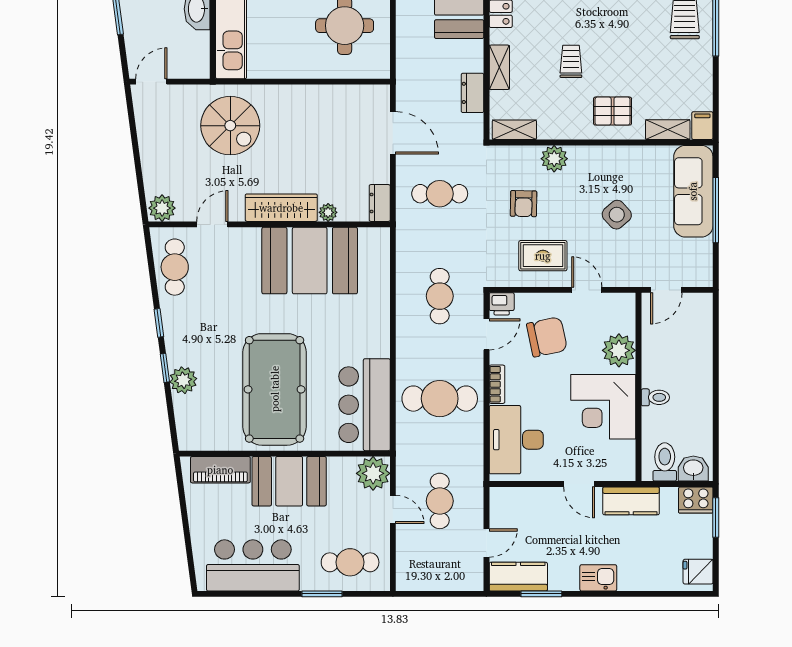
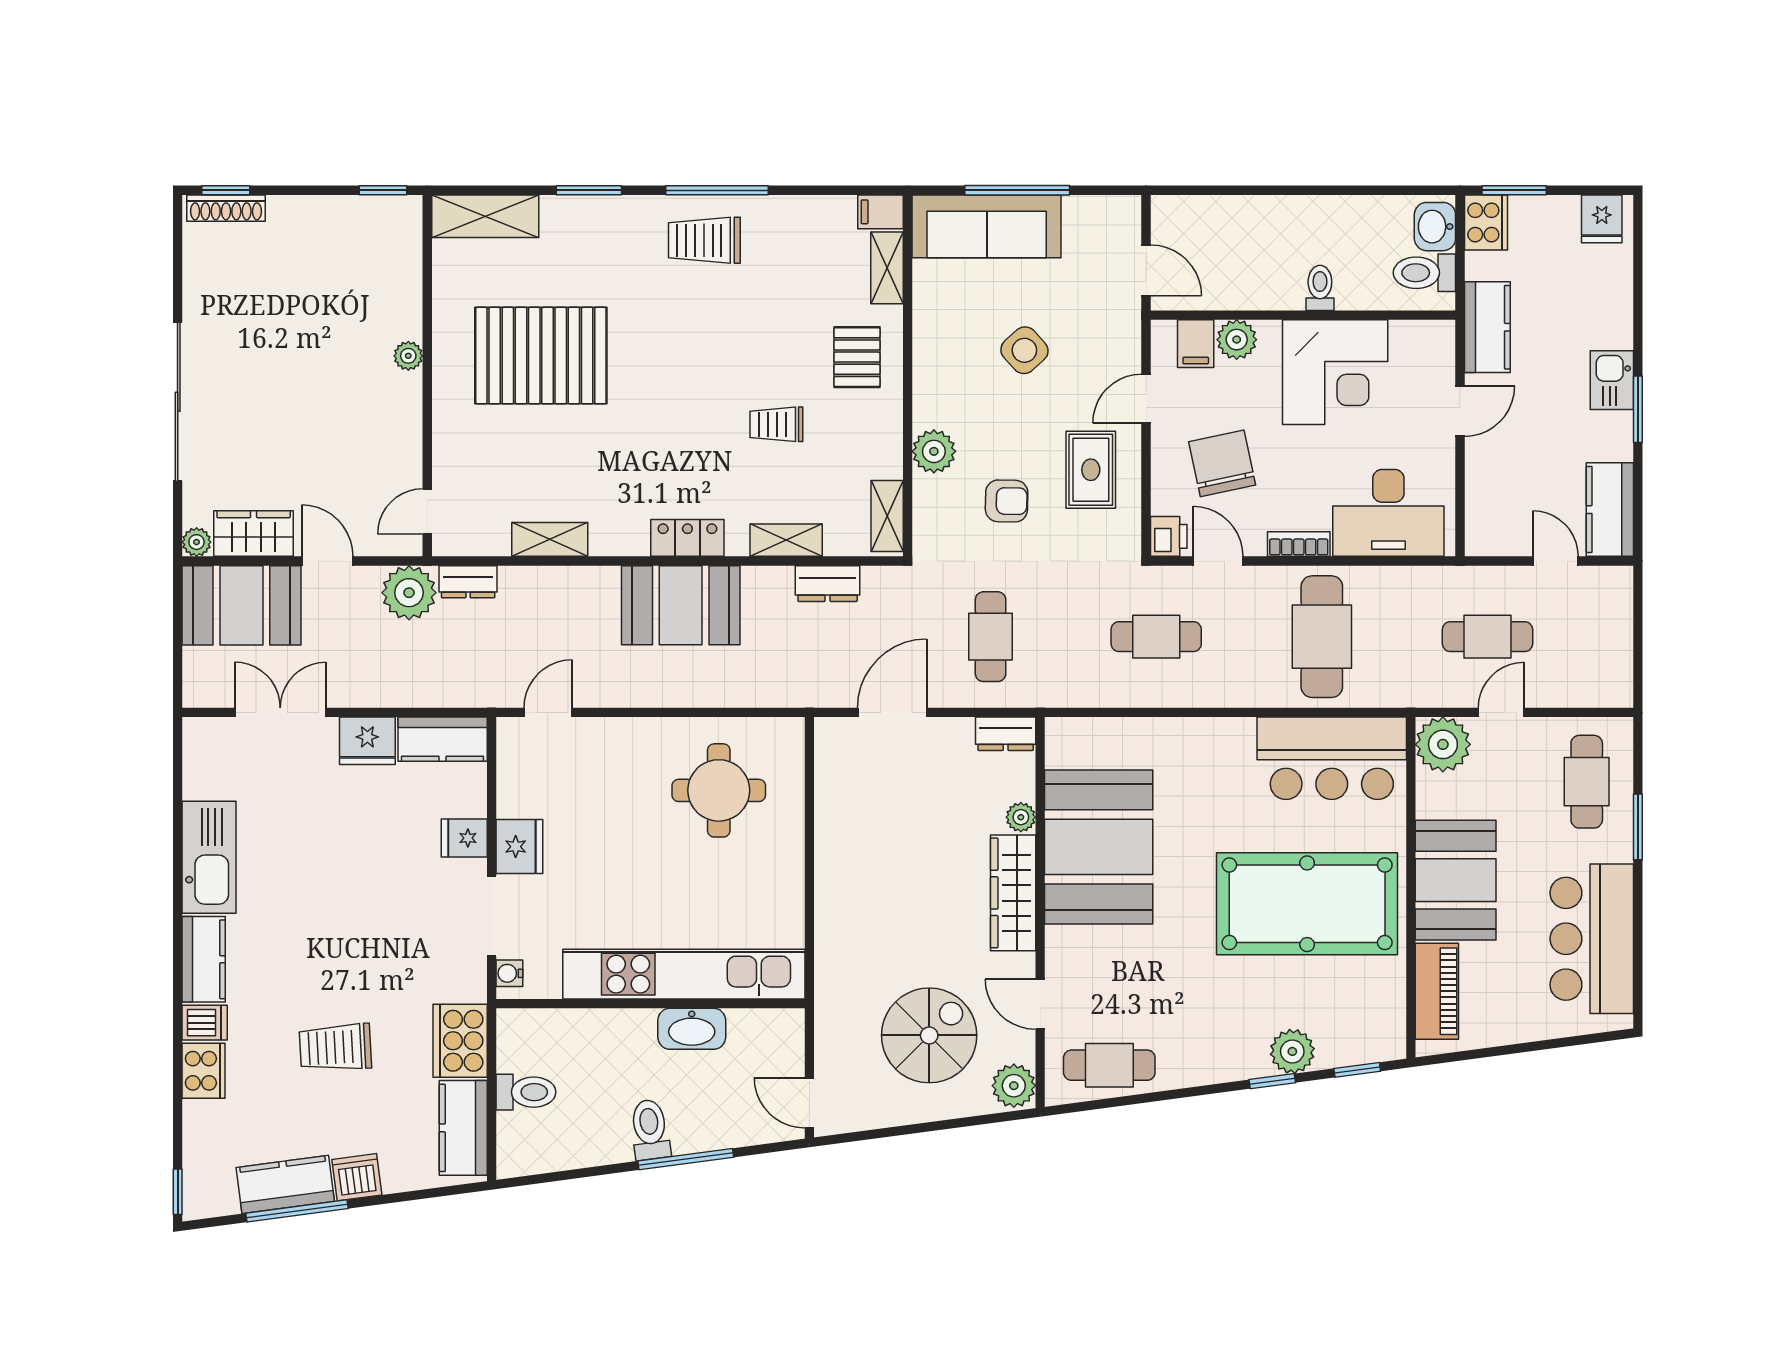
spiral stairs: (230, 126) -> (929, 1035), moved
filing cabinet: (621, 321) -> (1196, 344), added
window: (159, 323) -> (1357, 1070), moved
plant: (619, 350) -> (1237, 340), width x0.73, depth x0.73
window: (541, 594) -> (1638, 409), moved

